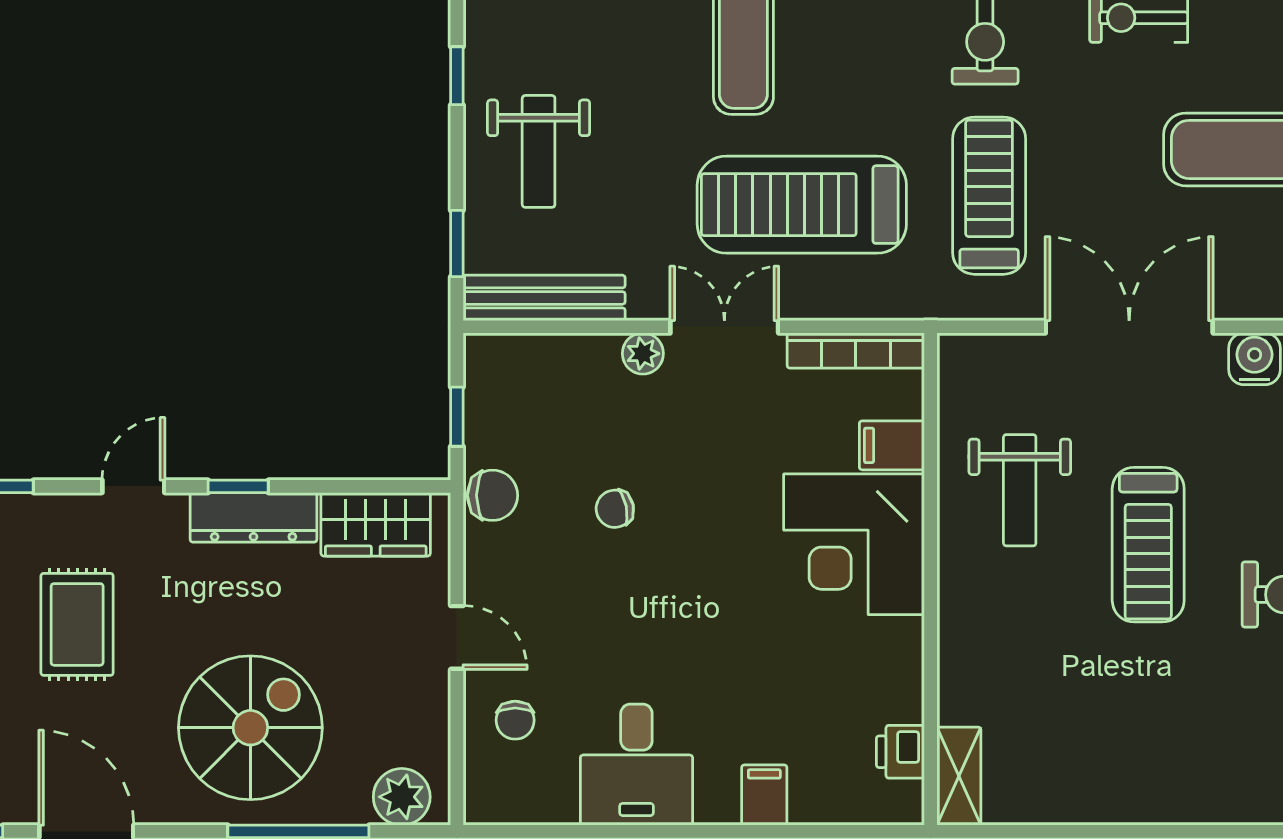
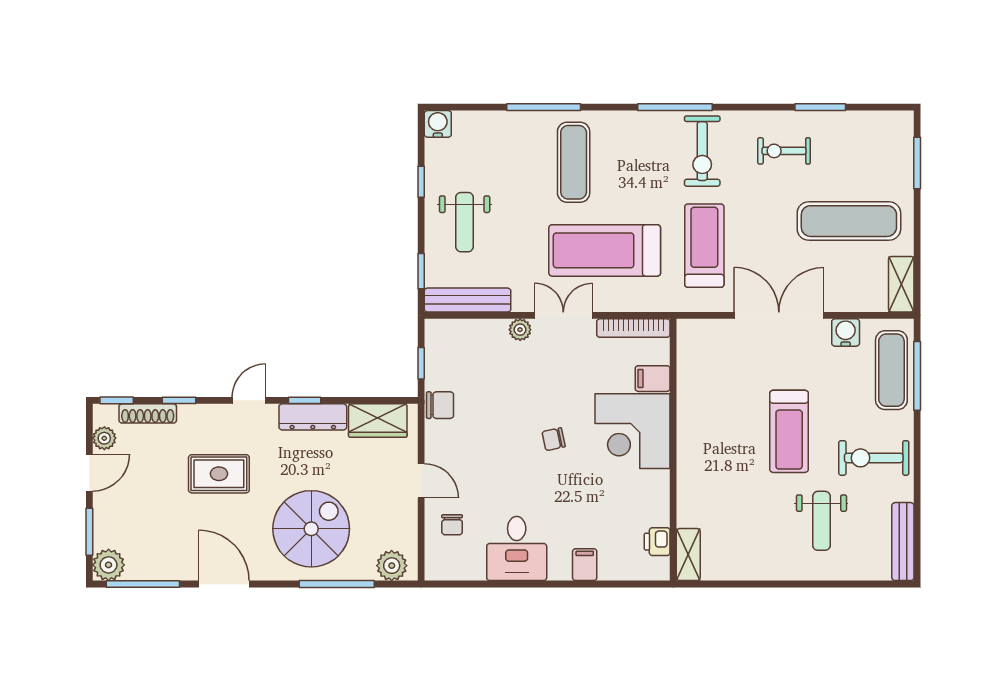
weight bench: (1020, 490) -> (821, 521), moved
chair: (615, 509) -> (554, 439), moved
rug: (77, 624) -> (219, 474), turned 90

